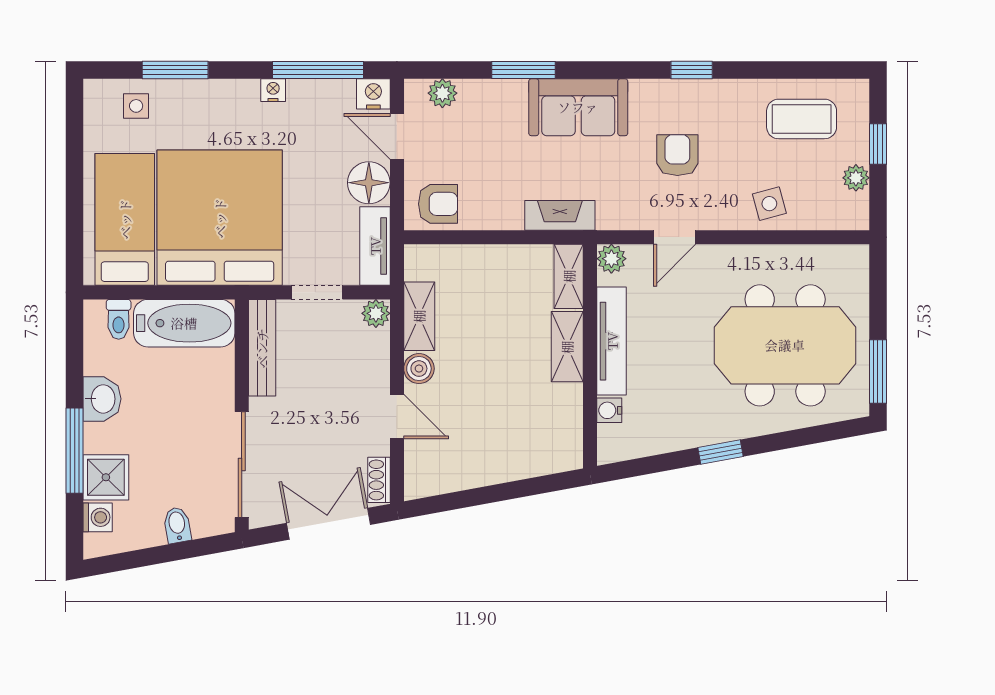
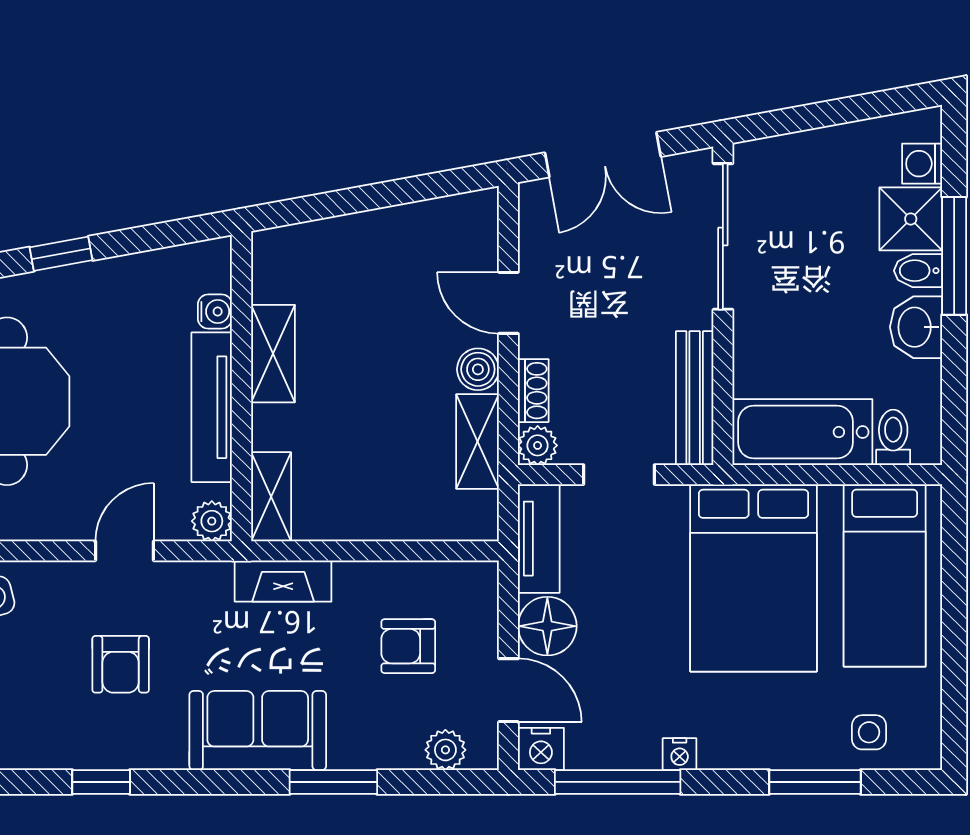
armchair: (438, 204) -> (408, 646), moved
bed: (220, 218) -> (753, 578), width x0.73
shelving: (567, 347) -> (273, 354), moved
shoe rack: (379, 480) -> (533, 391), moved
bidet: (177, 525) -> (918, 271), moved, turned 100

